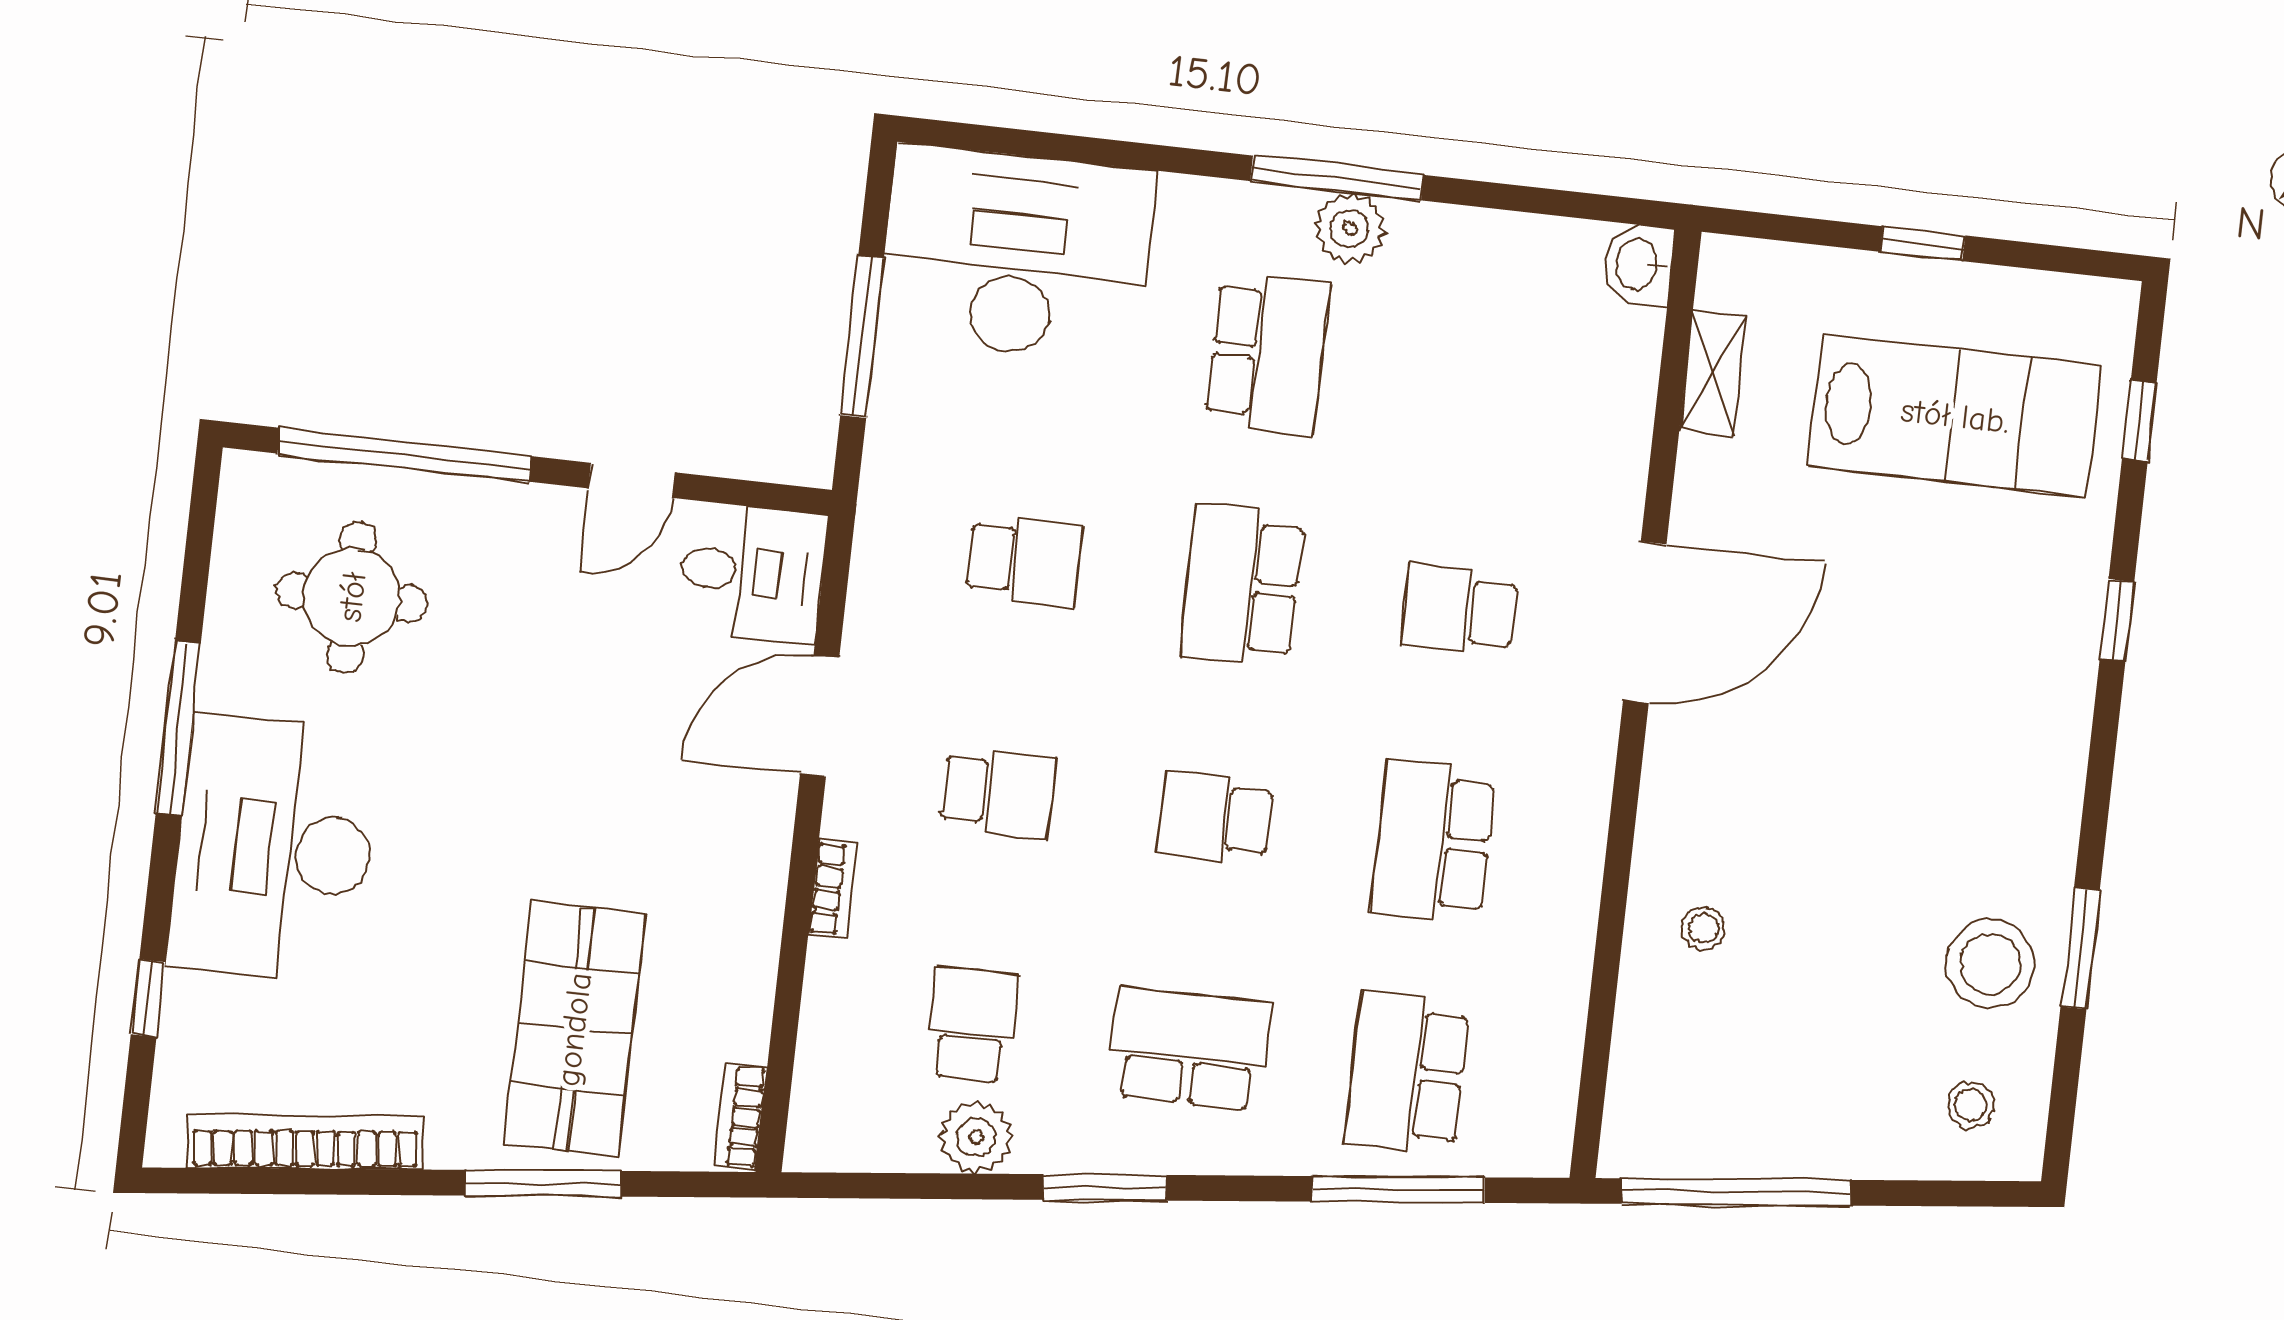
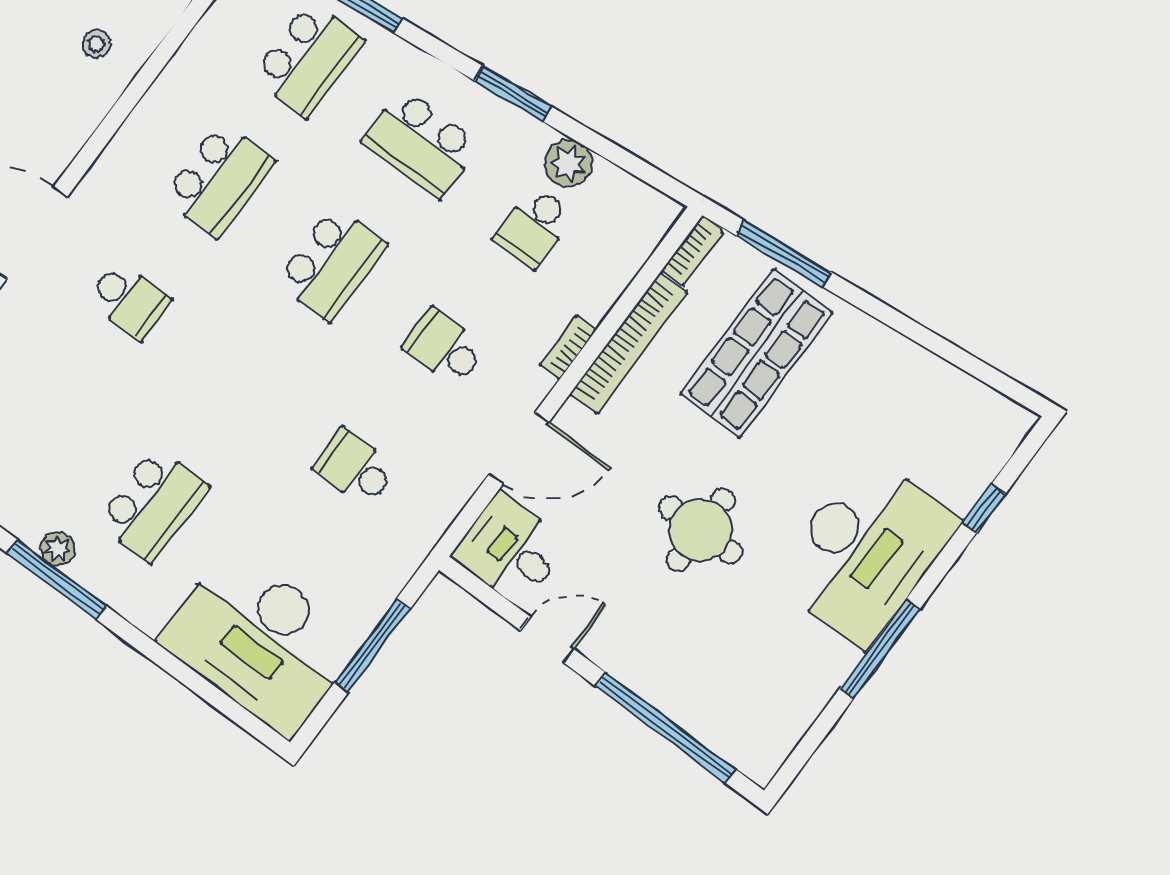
plant: (1350, 228) -> (58, 549), width x0.73, depth x0.73
school desk: (1268, 354) -> (153, 505), turned 180
school desk: (1242, 585) -> (242, 384), removed
round table: (352, 597) -> (701, 530), moved
school desk: (1216, 817) -> (332, 264), width x1.85
bookcase: (305, 1142) -> (629, 343), moved, turned -84
window: (543, 1183) -> (784, 254), moved

